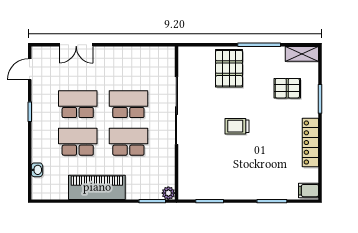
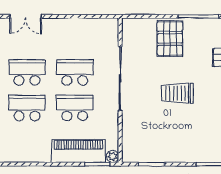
trolley: (237, 126) -> (177, 93), width x1.36, depth x1.39
piano: (97, 187) -> (79, 151), moved

